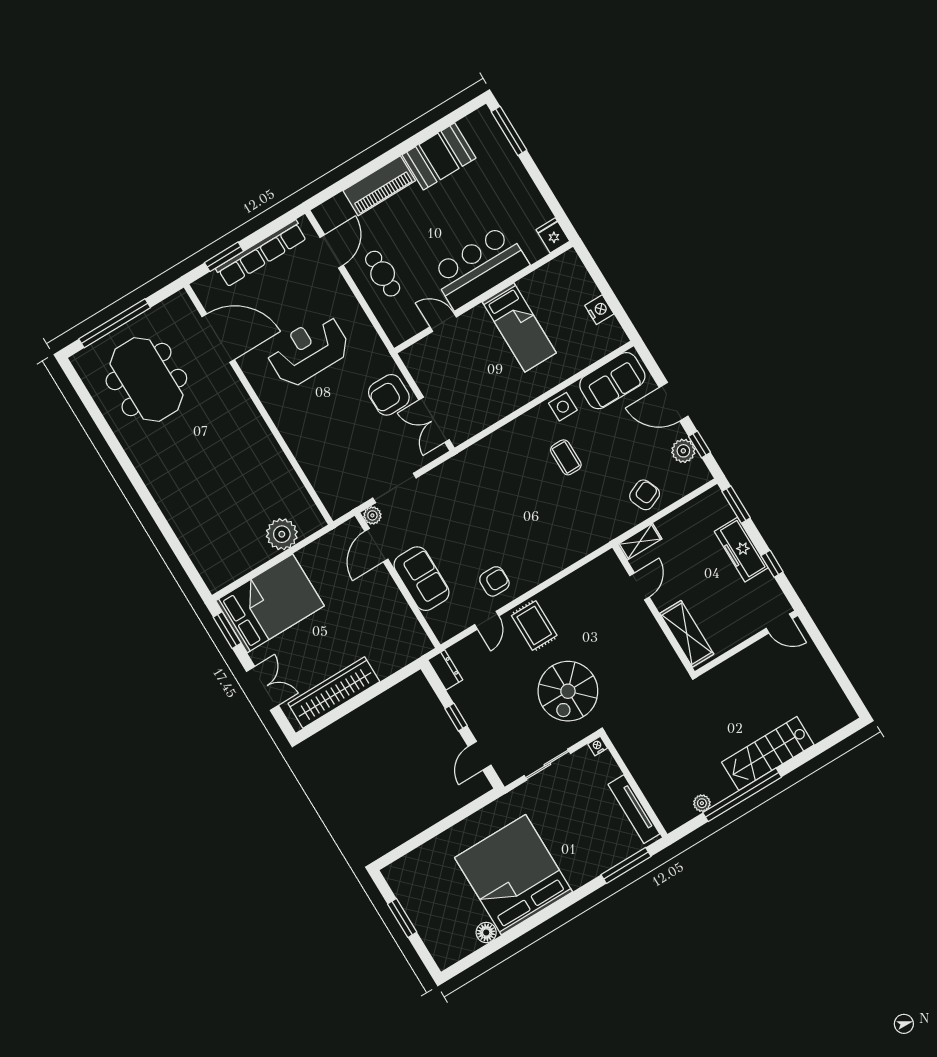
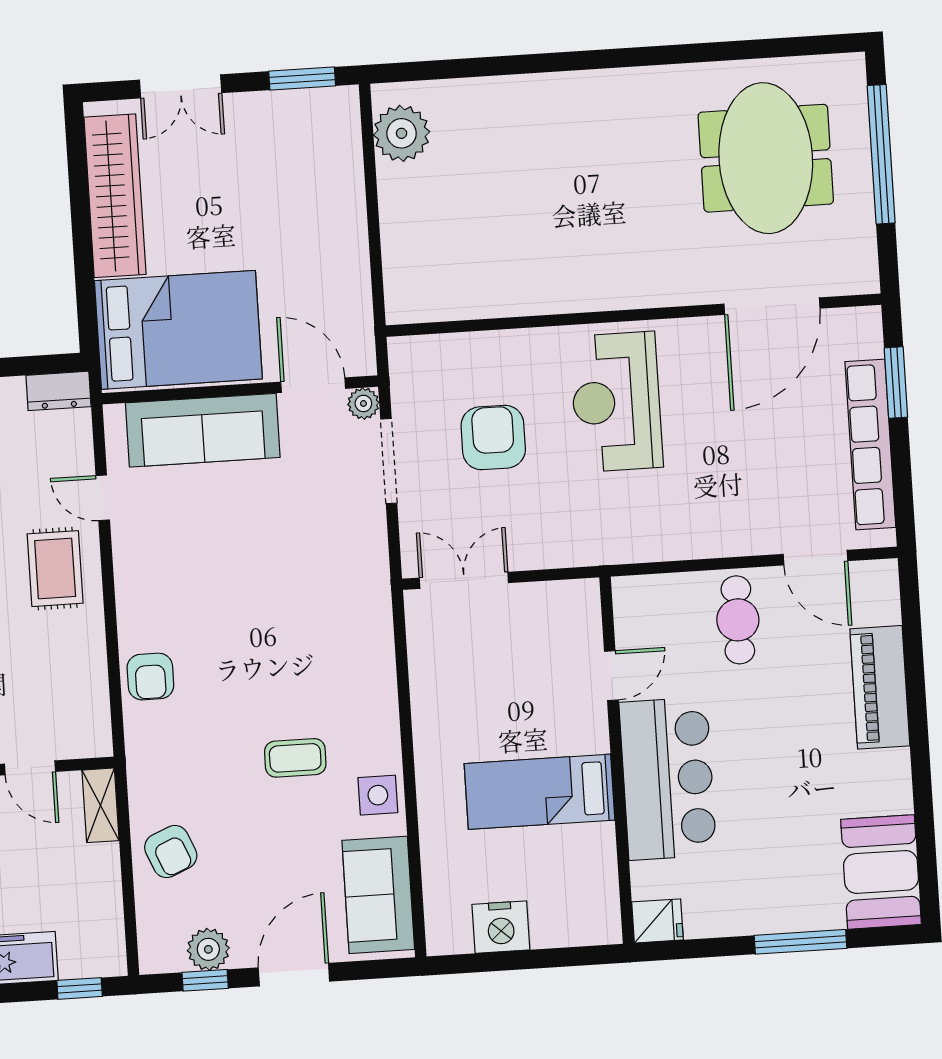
window: (509, 131) -> (800, 942), moved
booth: (439, 156) -> (881, 872), moved
cafe table: (383, 274) -> (738, 620), turned 90
nightstand: (599, 310) -> (501, 927), width x1.36, depth x1.33
reception desk: (308, 350) -> (616, 402), moved, turned 180
meeting table: (146, 380) -> (766, 158), turned 90
armchair: (389, 395) -> (493, 438), moved
window: (736, 505) -> (80, 988), width x0.67
plant: (282, 534) -> (402, 133), moved
sofa: (421, 579) -> (203, 430), width x1.36
armchair: (494, 581) -> (150, 677), moved
bed: (270, 603) -> (178, 330), moved, turned -90
rug: (534, 626) -> (55, 569), turned 90

